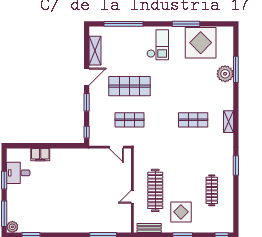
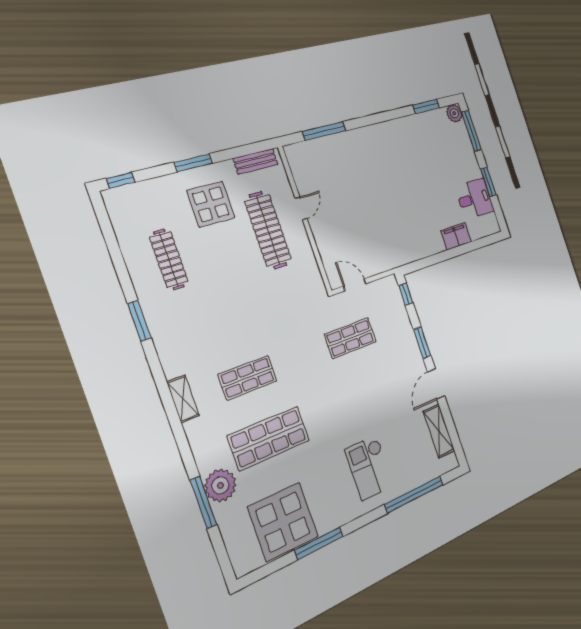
checkout: (158, 45) -> (369, 468), moved
shop shelf: (130, 86) -> (269, 438), moved

